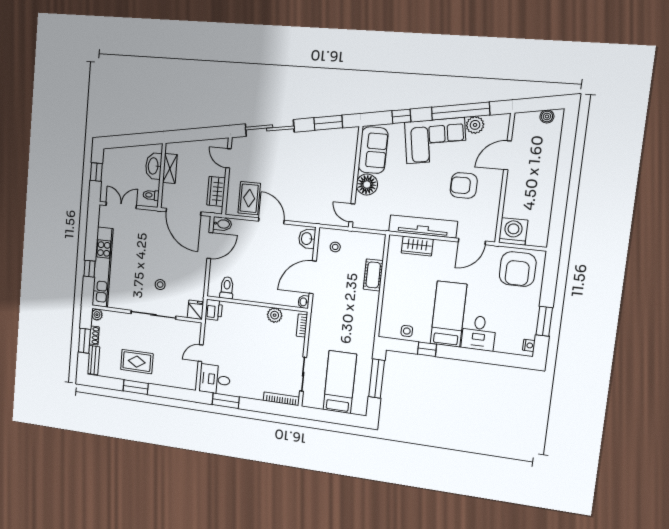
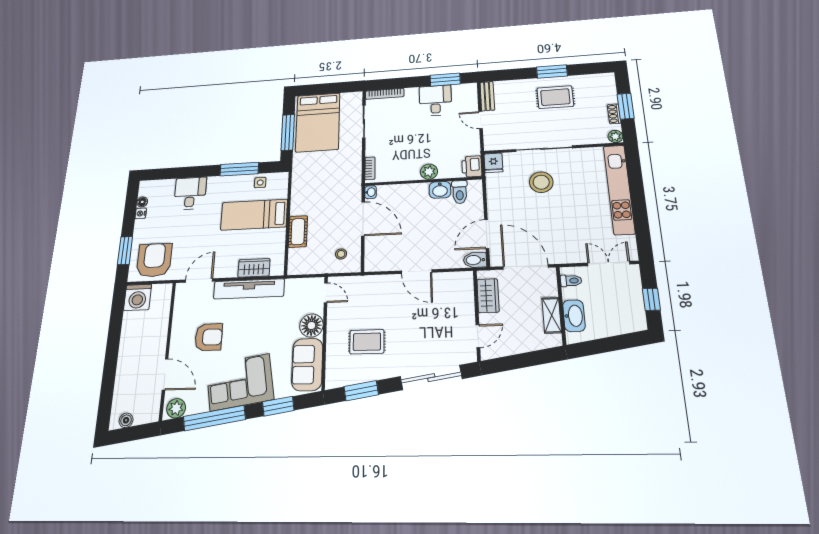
window: (401, 116) -> (278, 406), width x1.50
plant: (475, 125) -> (176, 408), moved
door: (508, 155) -> (165, 374), hinge flipped
door: (228, 158) -> (478, 336), hinge flipped
rug: (249, 198) -> (367, 342), moved, turned 90
double door: (121, 205) -> (609, 264), swing flipped
washing machine: (513, 231) -> (138, 297), moved
washbasin: (307, 239) -> (440, 190), moved, turned 90
window: (89, 269) -> (636, 185), removed
door: (313, 277) -> (363, 219), hinge flipped
stool: (160, 285) -> (541, 182), width x1.89, depth x1.89
bed: (448, 314) -> (254, 215), moved, turned 90
plant: (275, 315) -> (429, 172), moved
window: (544, 321) -> (125, 251), moved
floor lamp: (530, 333) -> (142, 202), added
nightstand: (529, 345) -> (141, 213), moved
window: (427, 349) -> (239, 169), width x2.17
door: (201, 353) -> (481, 120), swing flipped
bench: (93, 360) -> (487, 96), moved
desk: (215, 379) -> (435, 100), moved, turned -90
bed: (340, 382) -> (318, 122), width x1.50

